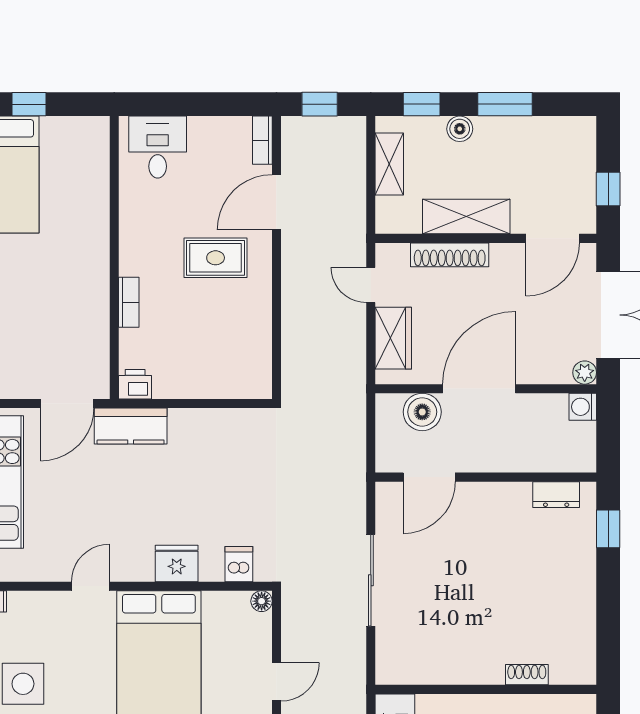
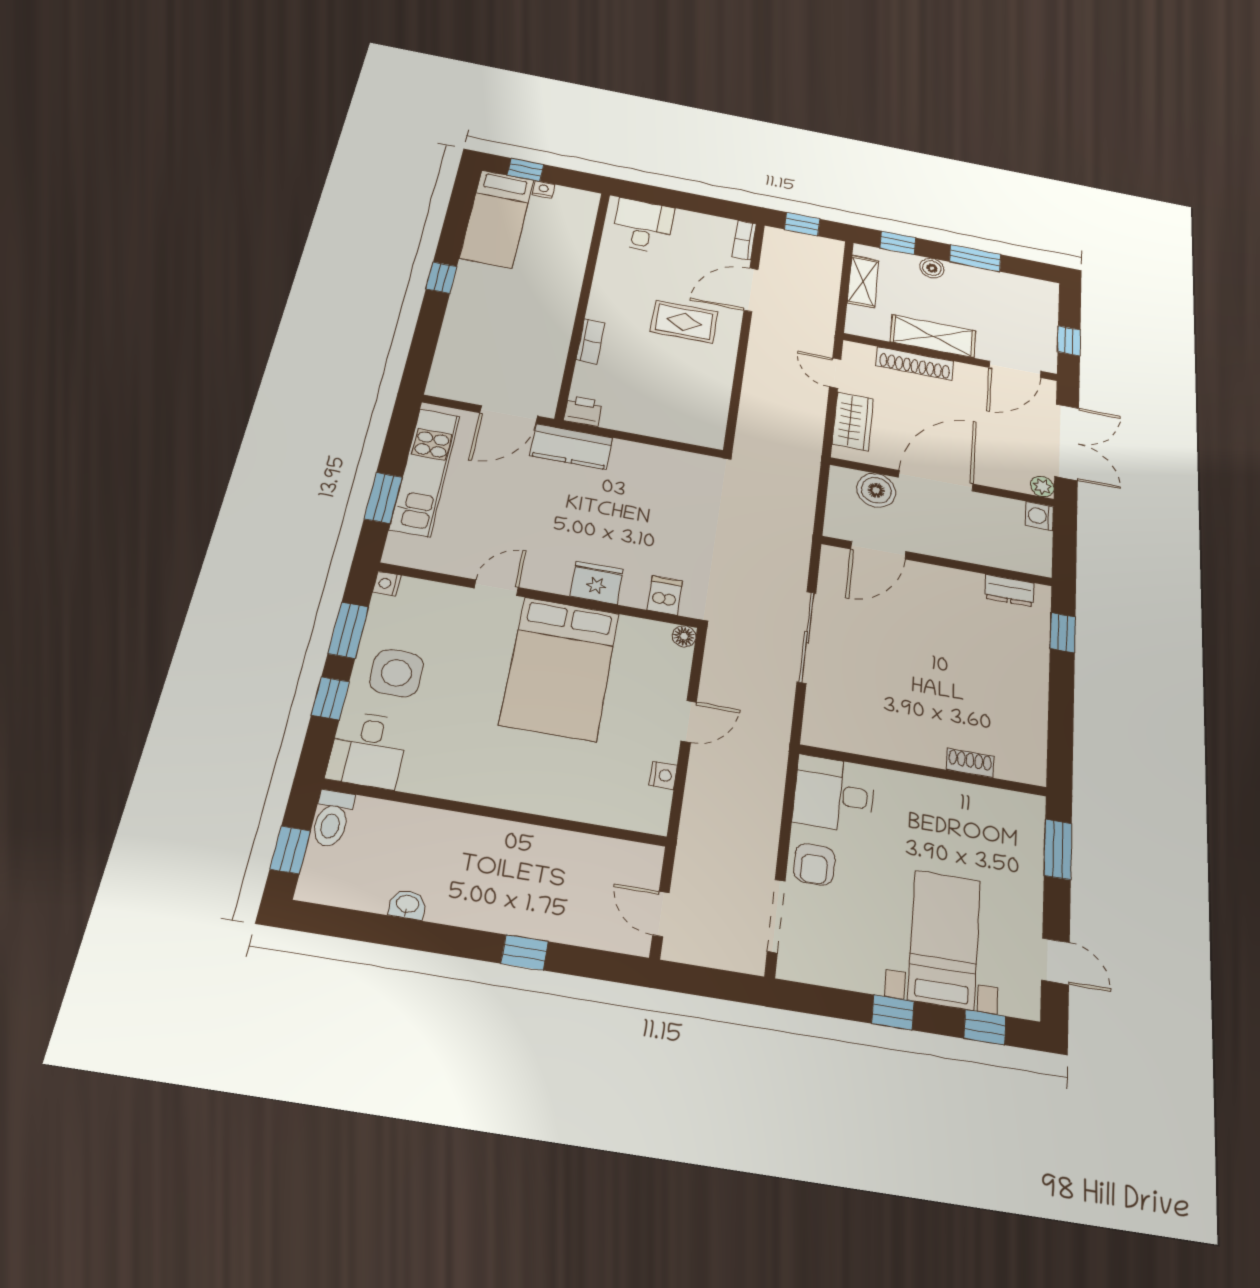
nightstand: (51, 126) -> (543, 190), added

